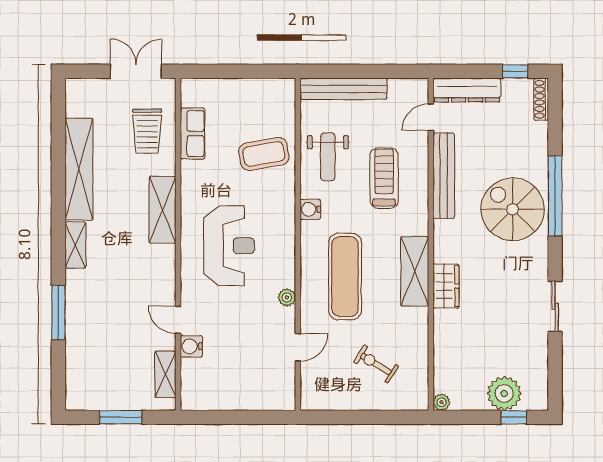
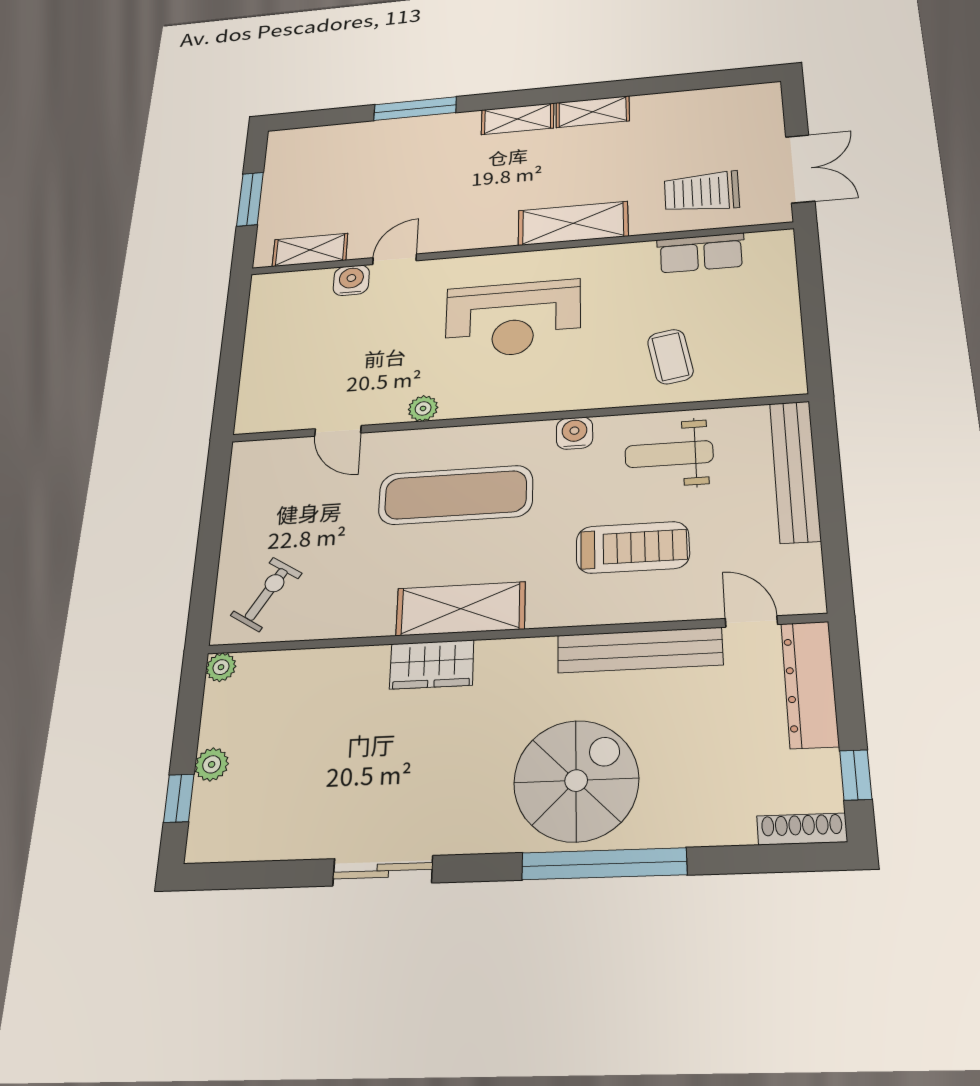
coffee table: (264, 154) -> (670, 357), width x0.73, depth x0.77
shelving: (79, 169) -> (593, 112), width x0.45, depth x0.75
exercise bike: (376, 364) -> (266, 594), moved
plant: (504, 393) -> (212, 764), width x0.53, depth x0.53

